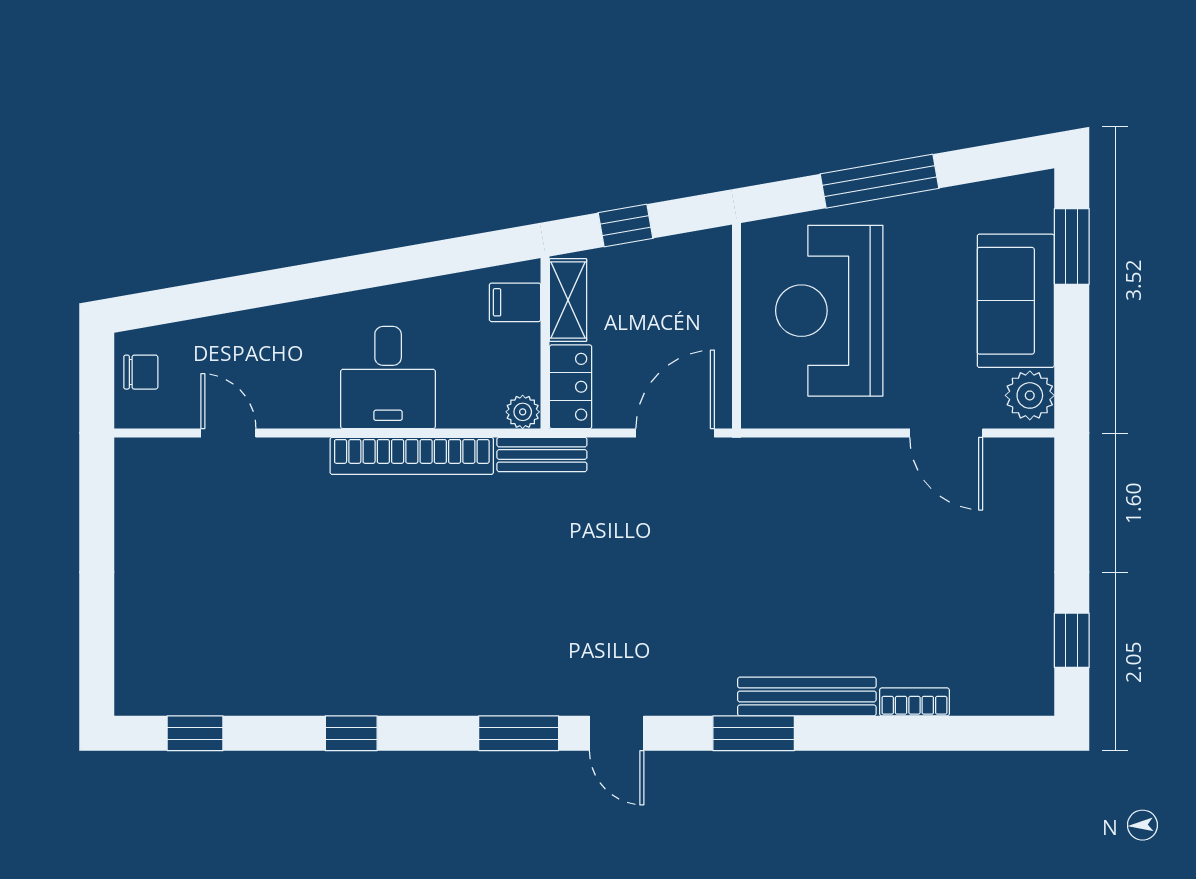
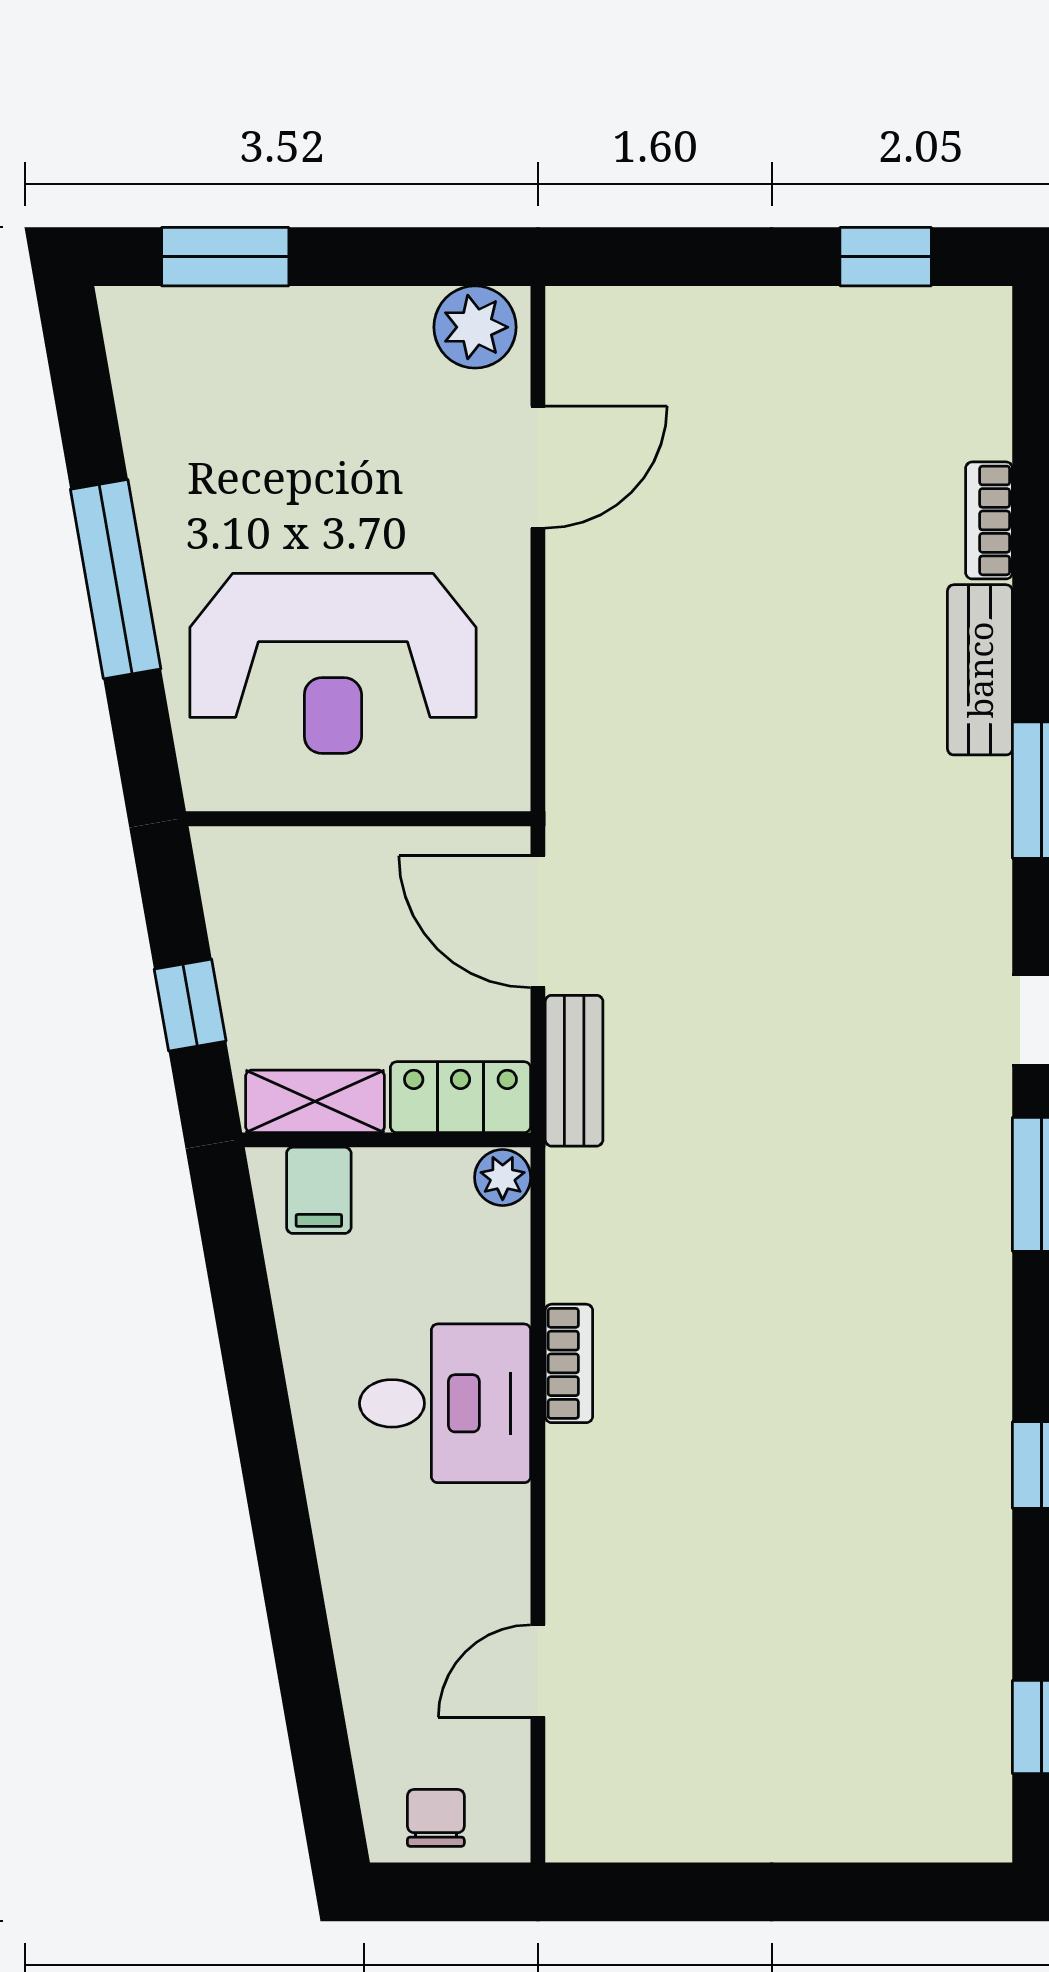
sofa: (1016, 301) -> (316, 350), removed
bench: (542, 454) -> (574, 1071), moved
bookcase: (412, 456) -> (569, 1363), width x0.43, depth x0.76
bench: (807, 696) -> (980, 670), width x0.73

